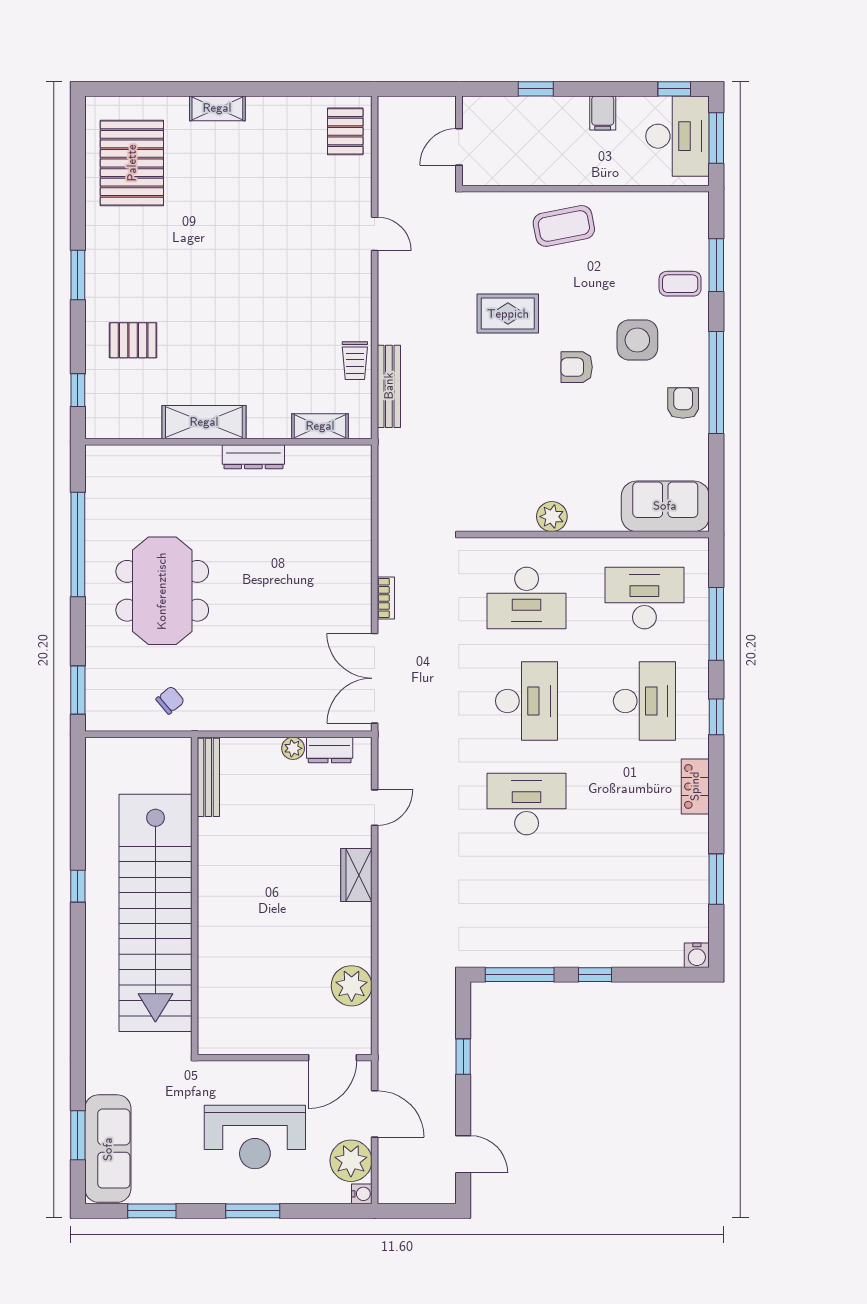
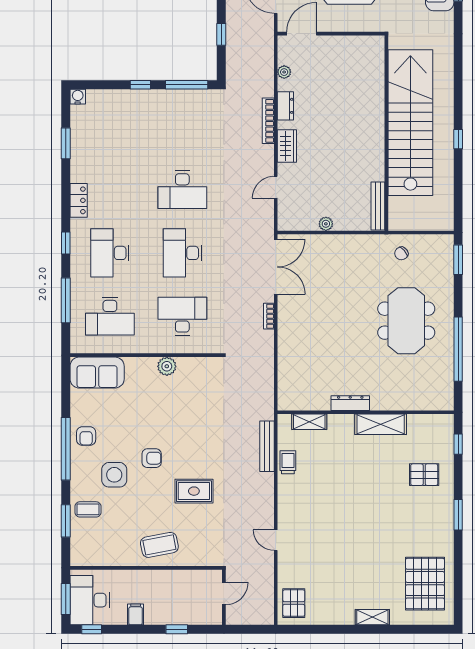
dresser: (330, 750) -> (285, 106), moved, turned 90
bookcase: (387, 916) -> (268, 121), added
plant: (352, 986) -> (284, 72), width x0.53, depth x0.53

